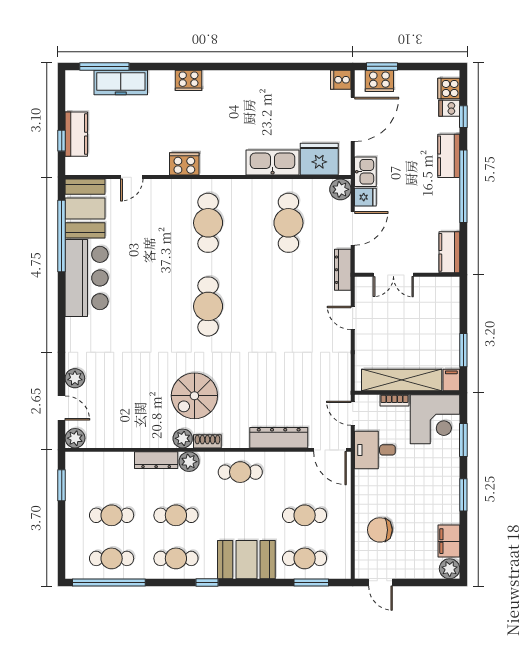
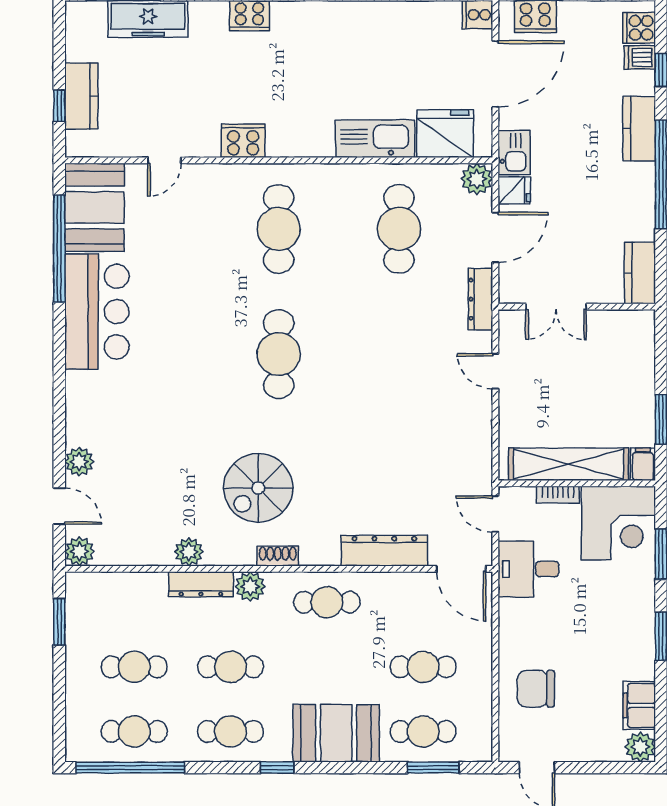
plant: (183, 438) -> (189, 552), moved

